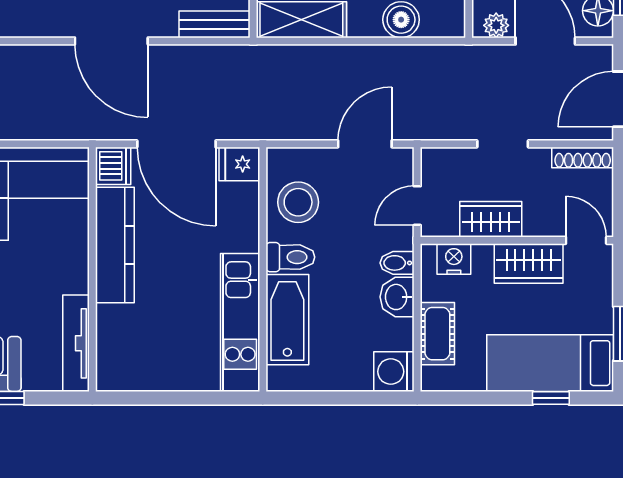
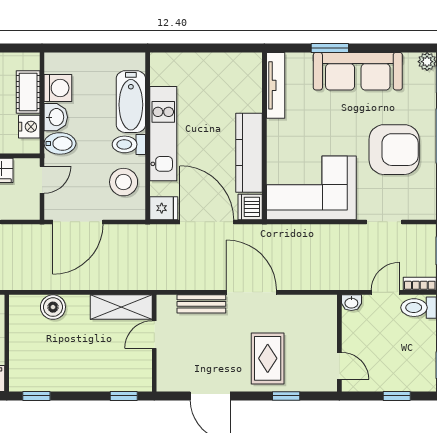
bench: (215, 24) -> (201, 304), moved
door: (365, 144) -> (78, 222), width x1.36
nightstand: (454, 259) -> (29, 127), moved, turned -90
bidet: (397, 263) -> (60, 143), width x1.38, depth x1.36
kitchen unit: (240, 322) -> (163, 134), moved
washing machine: (394, 372) -> (58, 88), moved

